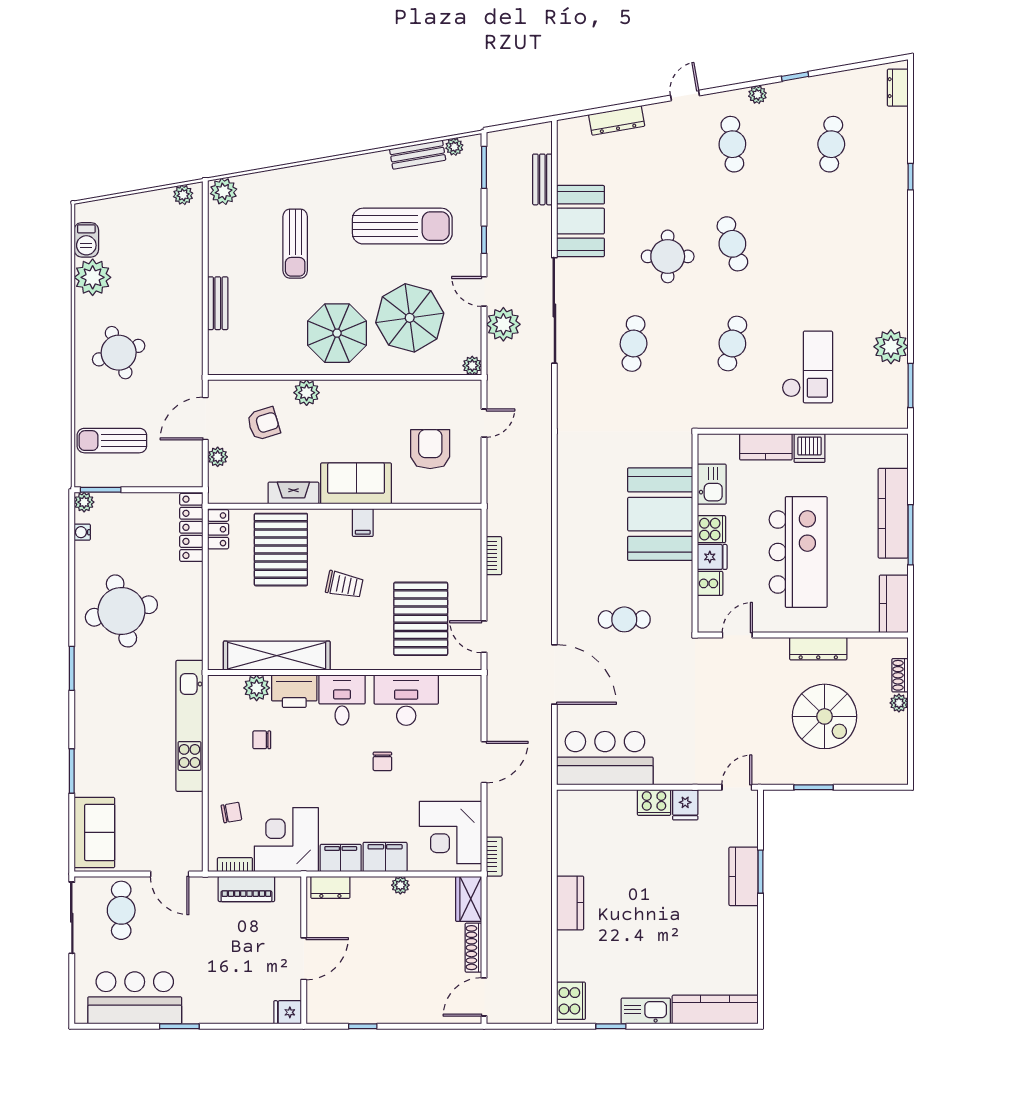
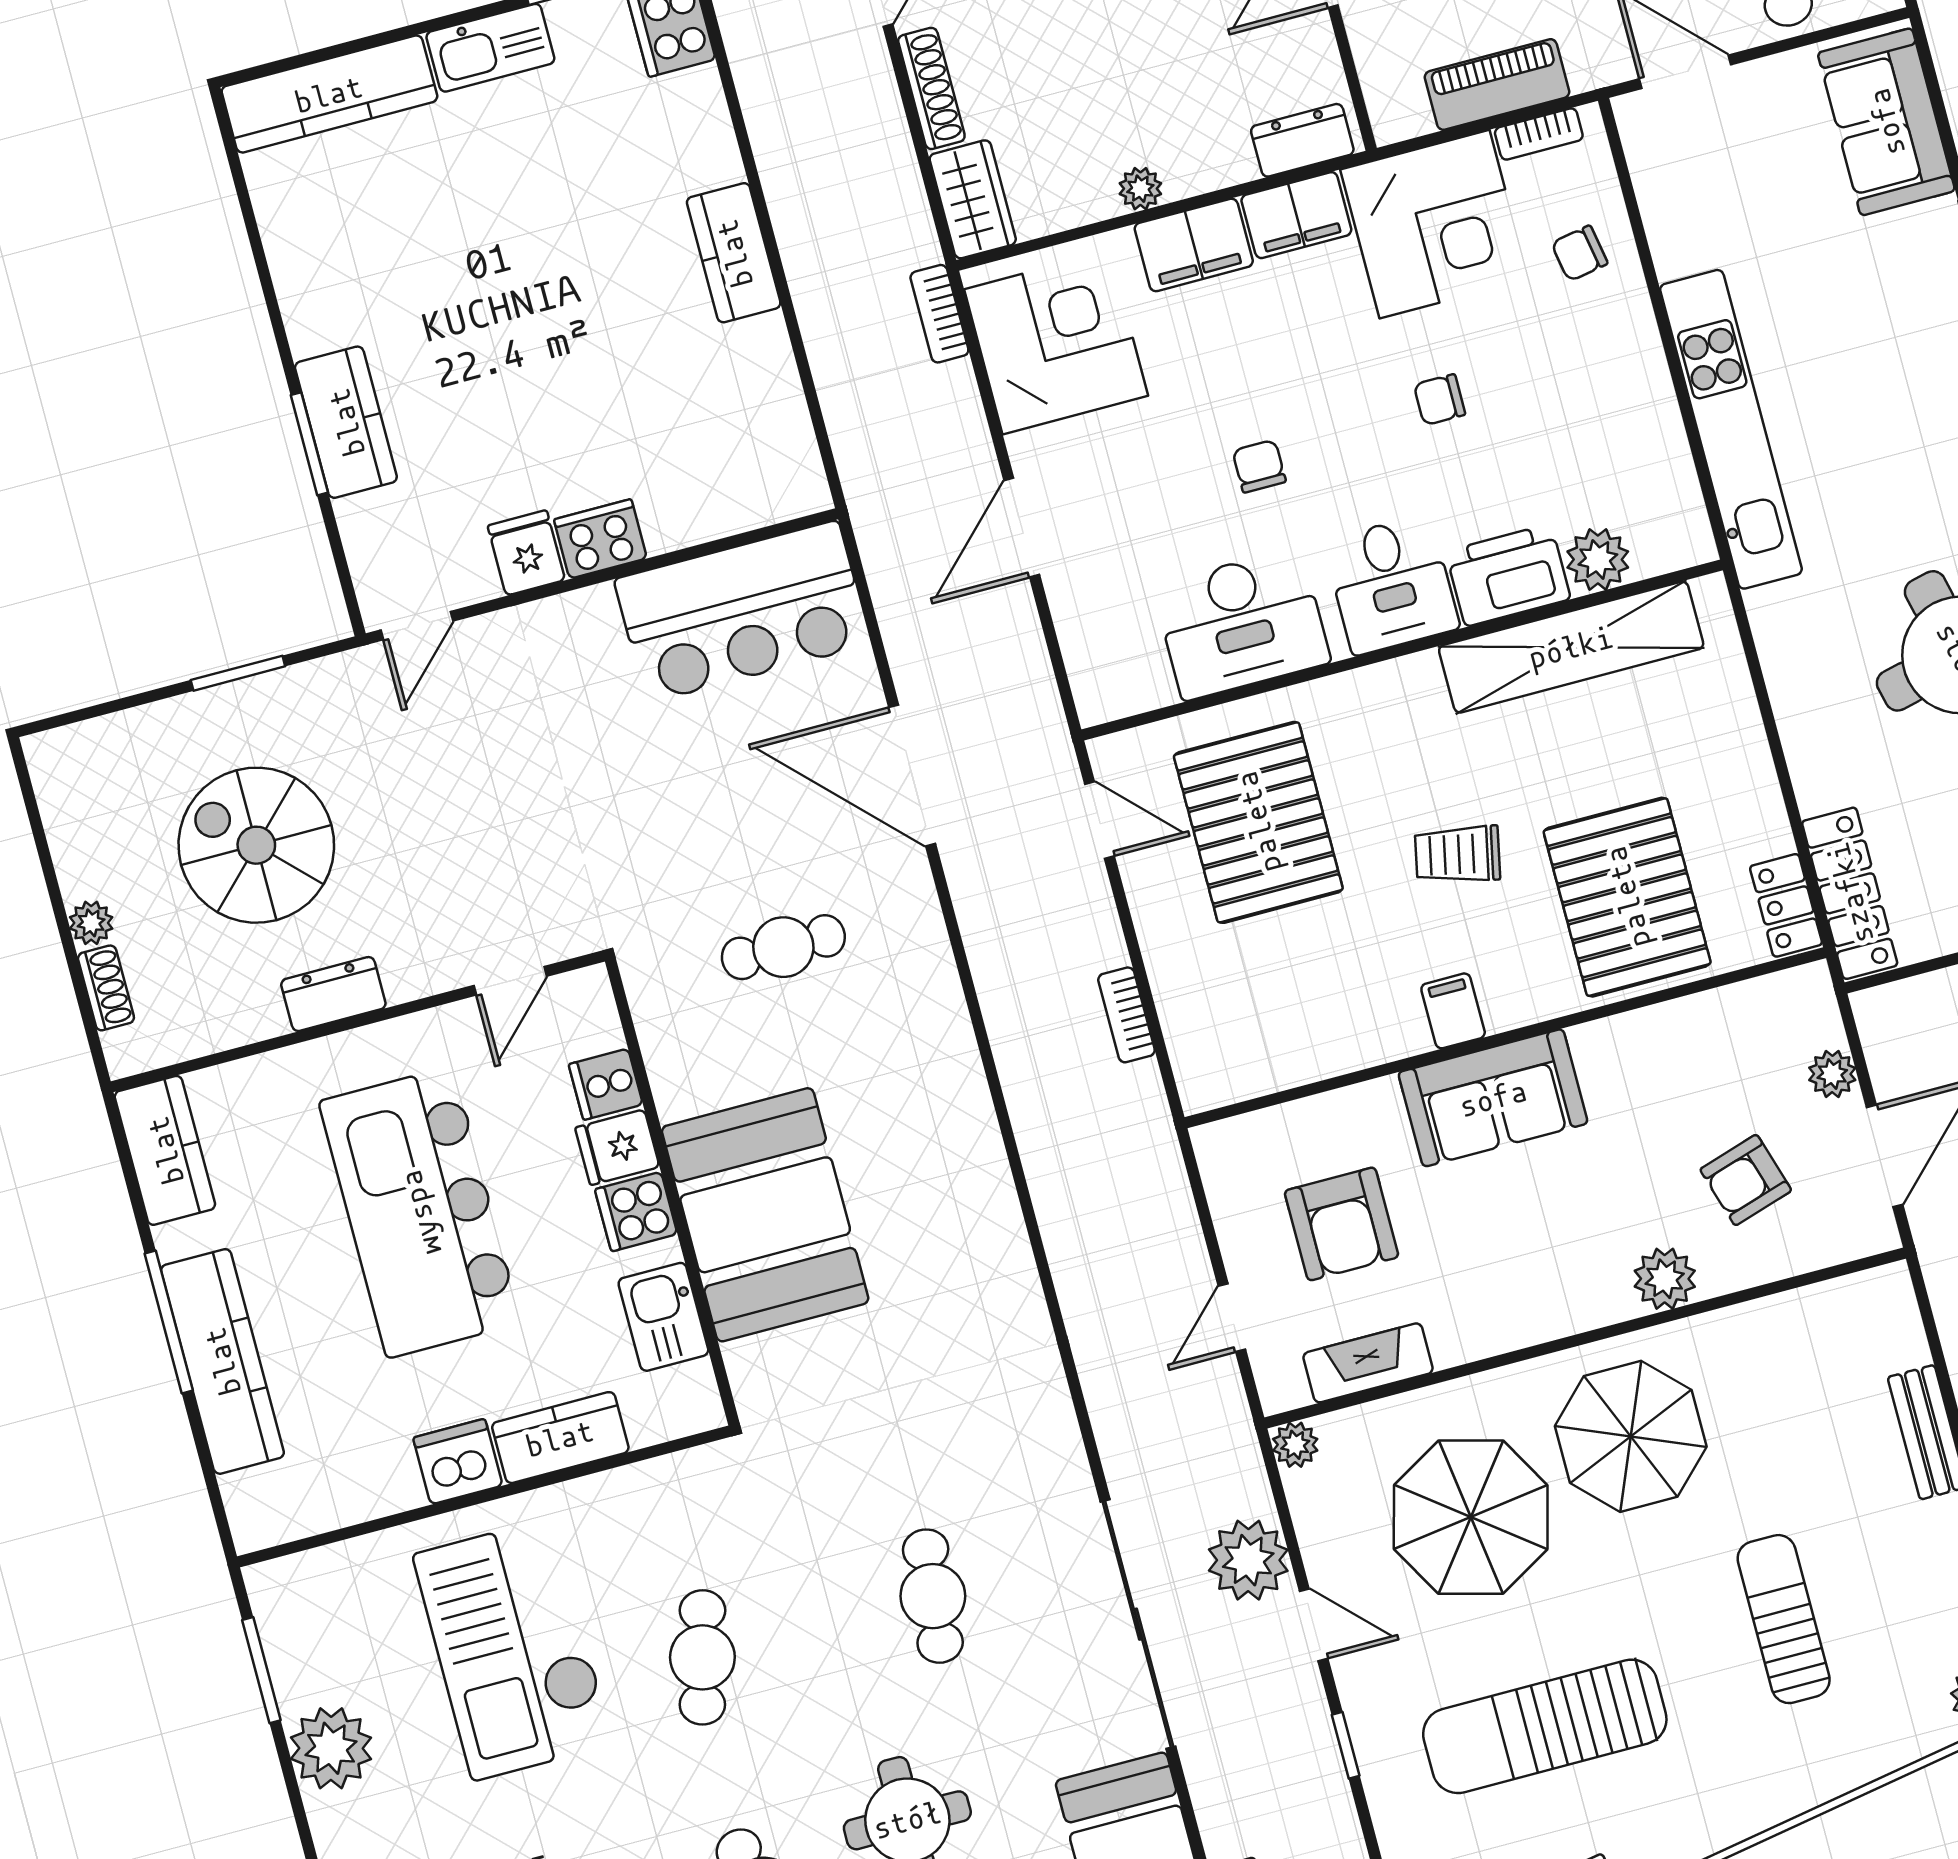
checkout: (807, 367) -> (513, 1649), width x1.36, depth x1.21
fireplace: (293, 493) -> (1368, 1363), moved, turned 180
dresser: (818, 649) -> (333, 994), width x0.70
chair: (262, 740) -> (1440, 400), moved, turned 180

